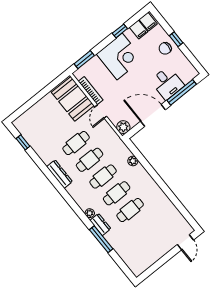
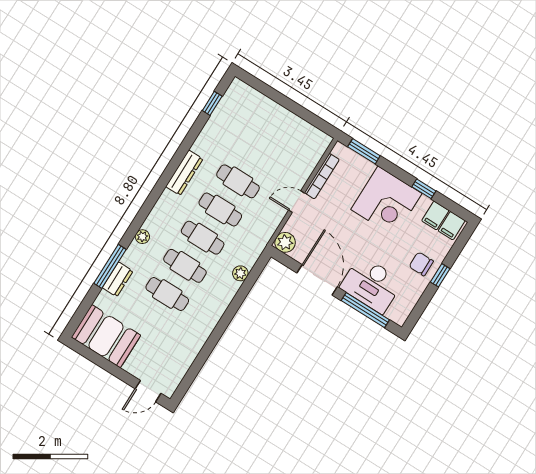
desk: (167, 83) -> (371, 284), width x1.37
booth: (73, 99) -> (106, 336), moved, turned 90
dresser: (100, 225) -> (118, 279), moved

